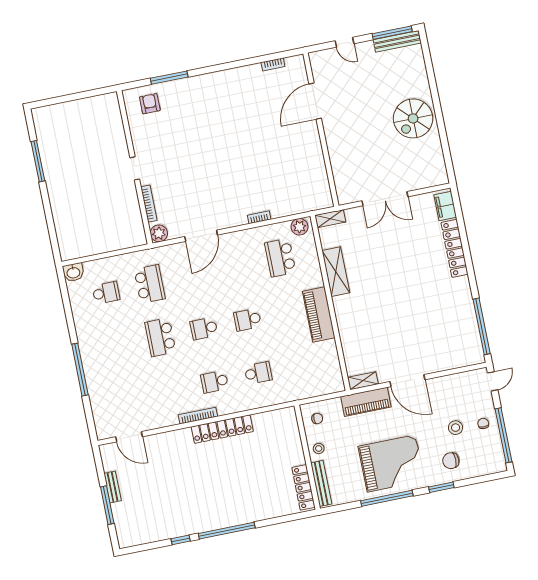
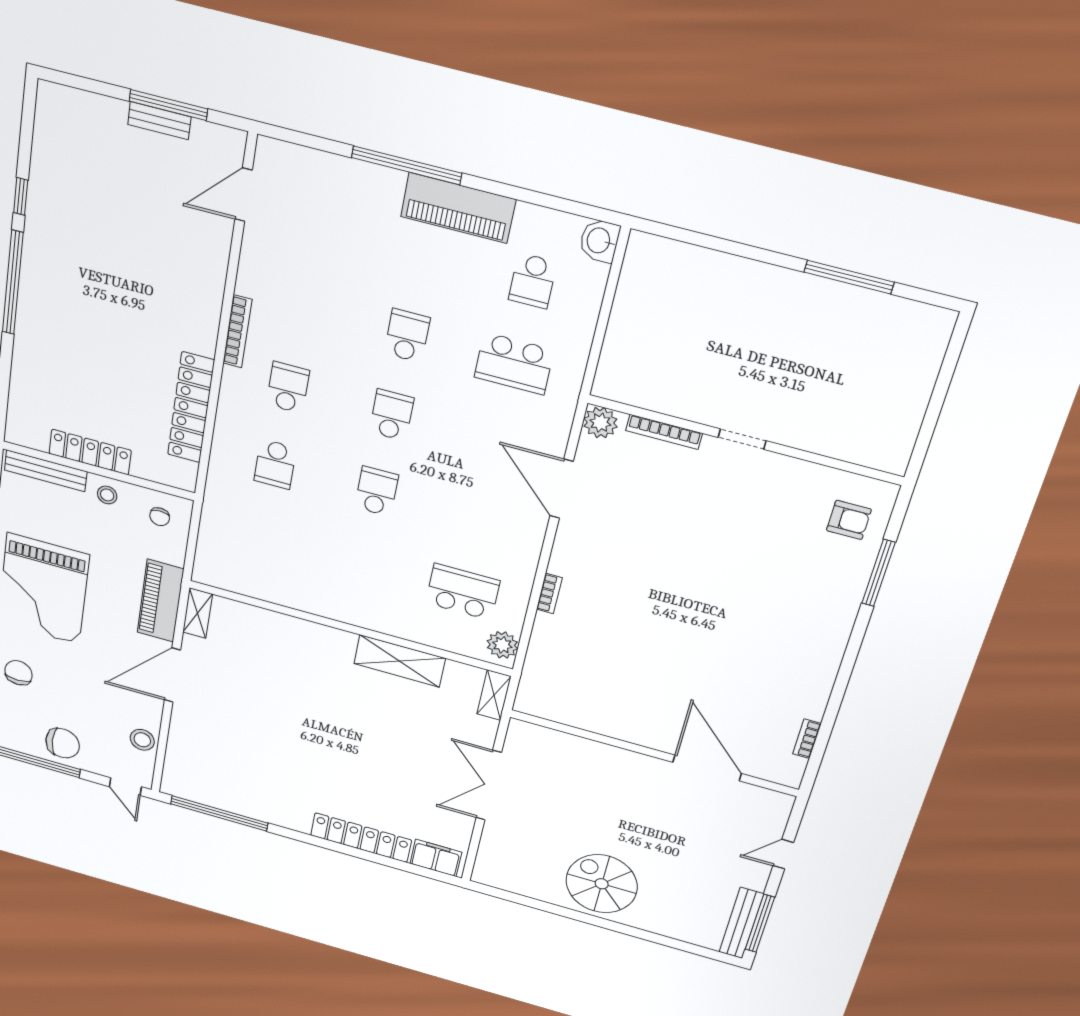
piano: (319, 314) -> (458, 208), moved, turned 180
school desk: (160, 337) -> (407, 336), width x0.54
chair: (483, 424) -> (63, 743), width x1.87, depth x1.87
stool: (456, 428) -> (142, 740), moved
locker: (222, 429) -> (191, 408), moved
locker: (303, 487) -> (90, 452), moved
window: (107, 505) -> (168, 105), moved

